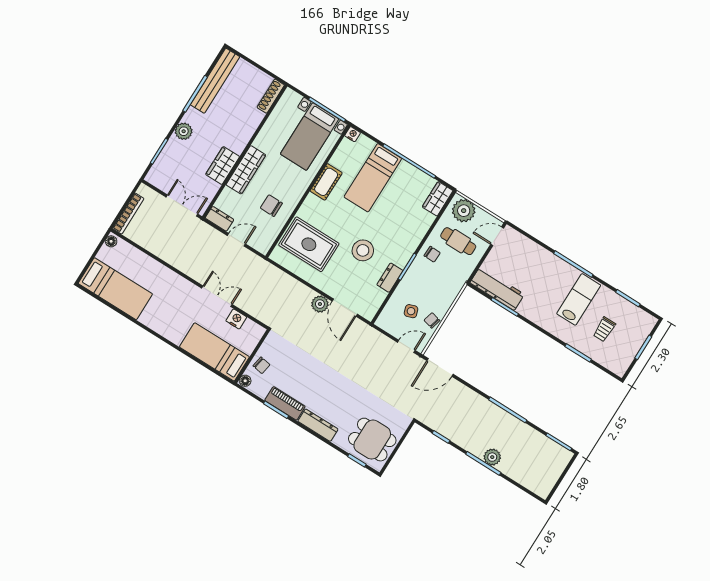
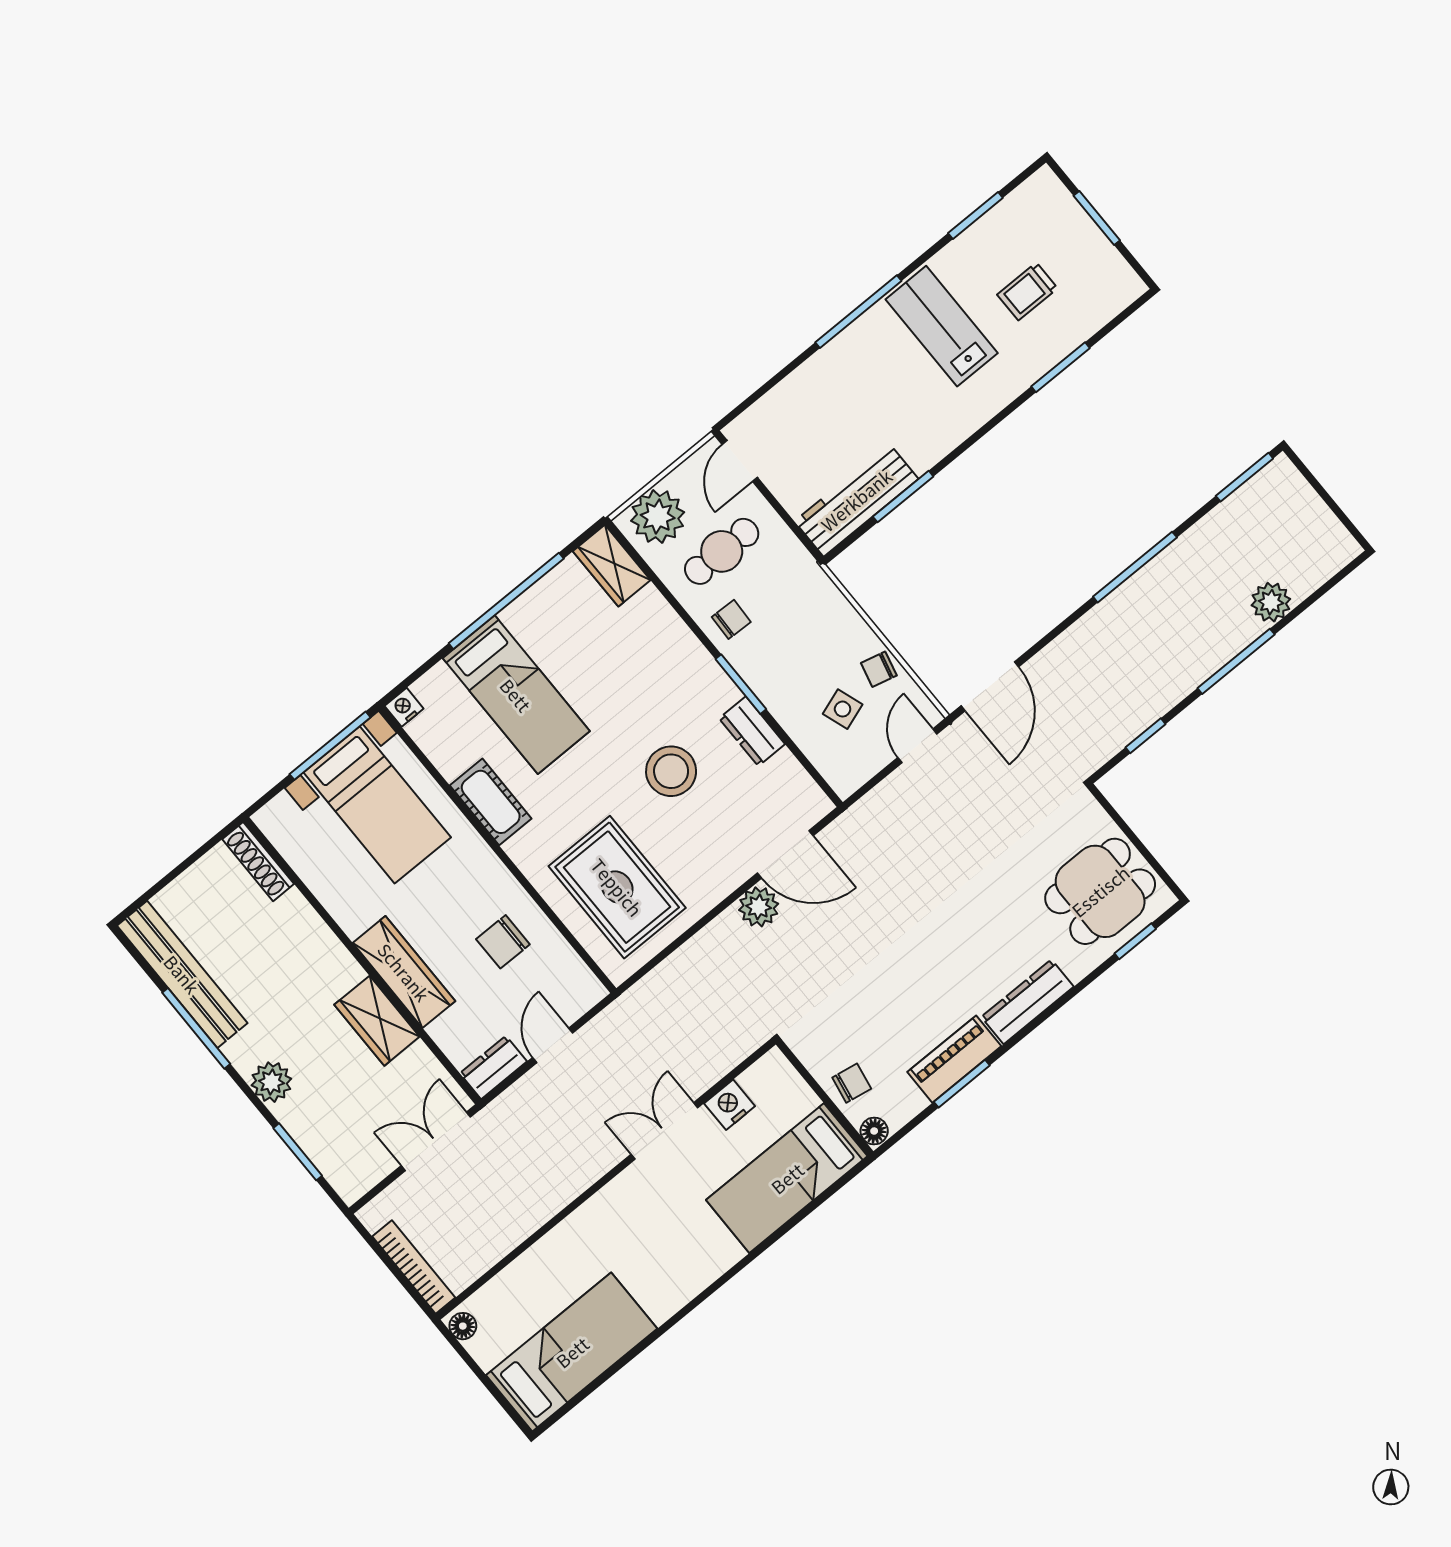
rug: (309, 244) -> (617, 887), turned 90
trolley: (604, 329) -> (1027, 291), turned 90
plant: (492, 457) -> (1271, 602), moved

